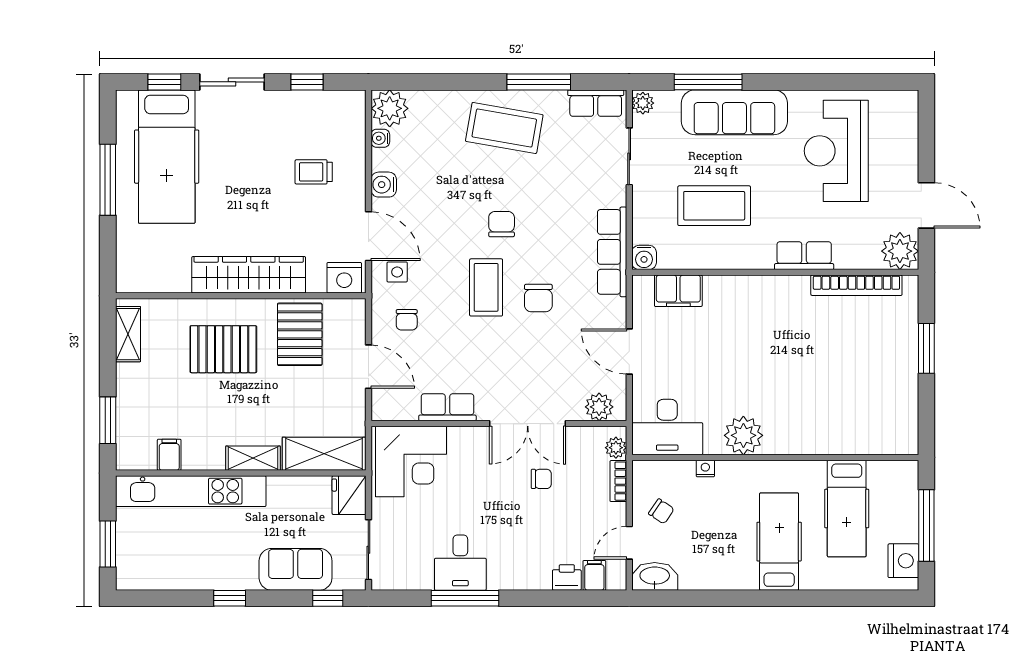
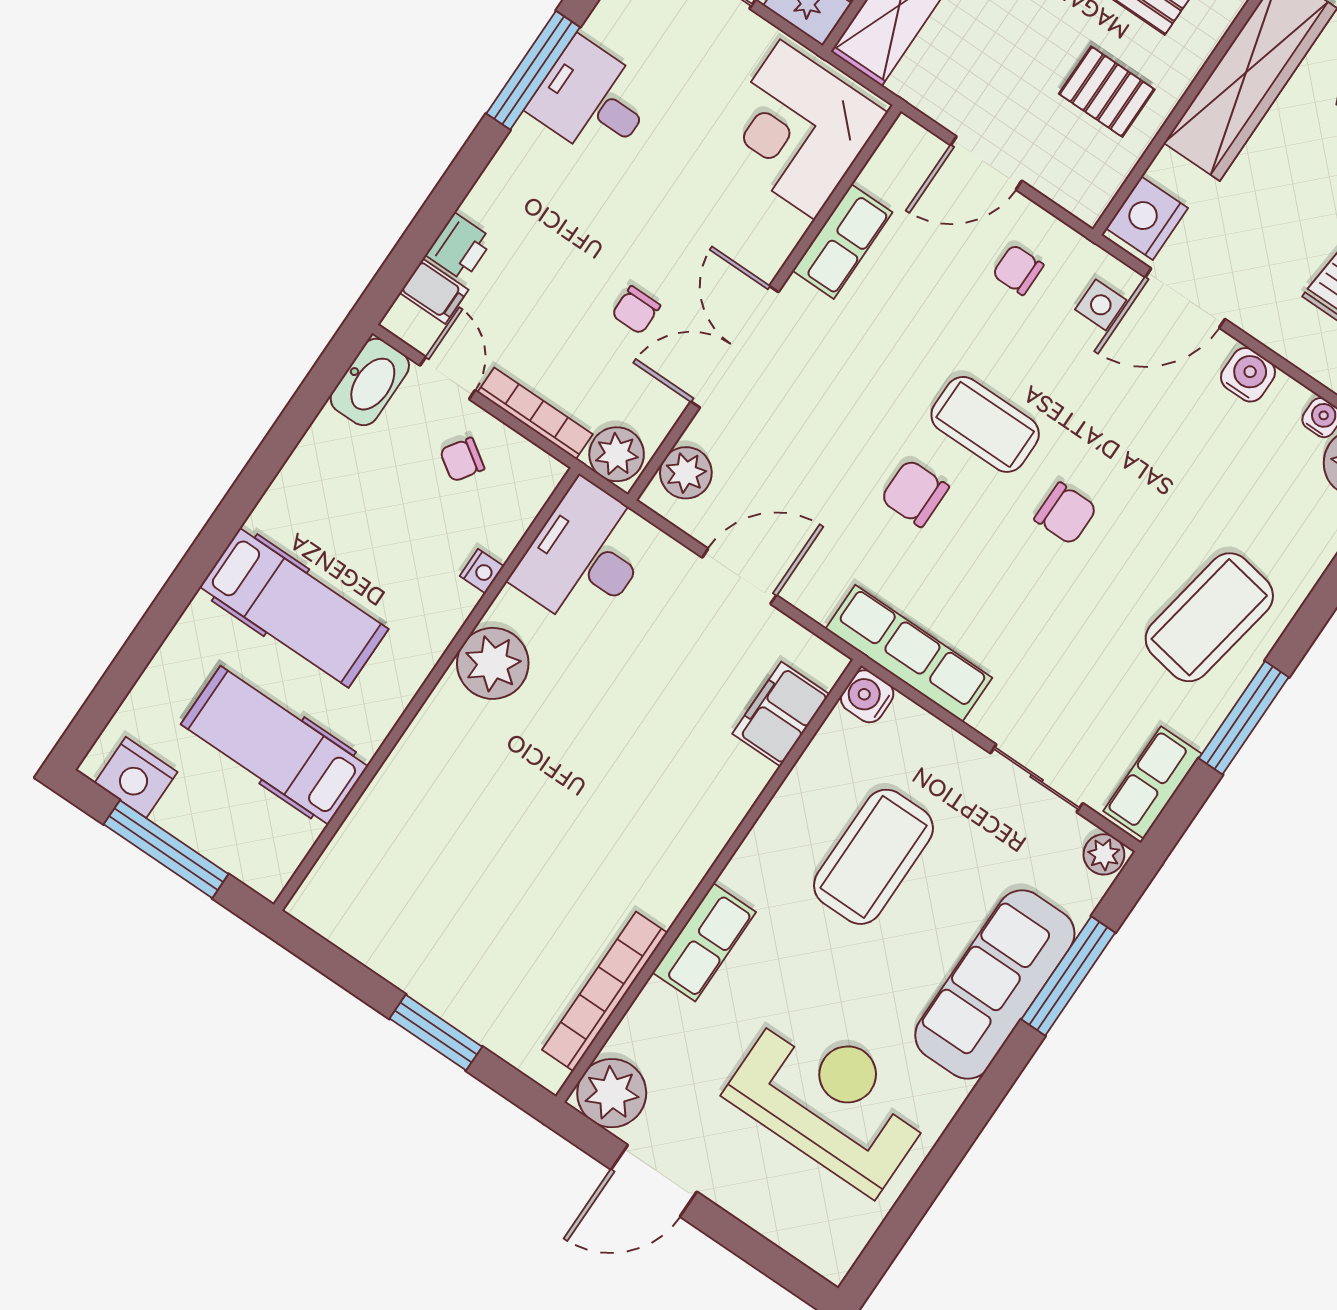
pallet: (300, 334) -> (1107, 92), width x0.67, depth x0.71
plant: (616, 448) -> (617, 454), width x1.38, depth x1.38
bookcase: (618, 481) -> (535, 413), width x1.56

